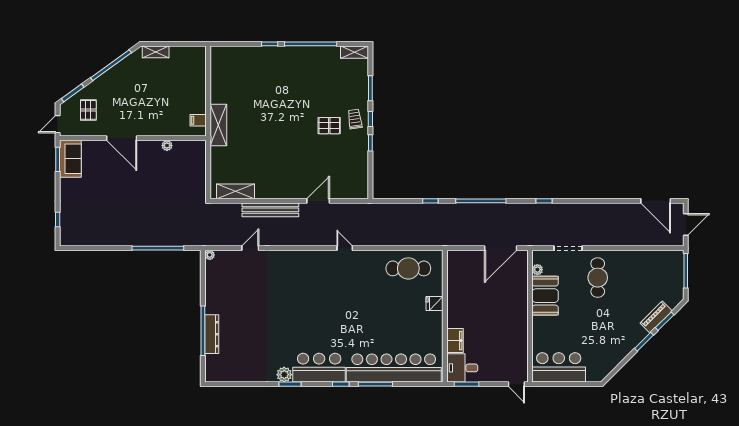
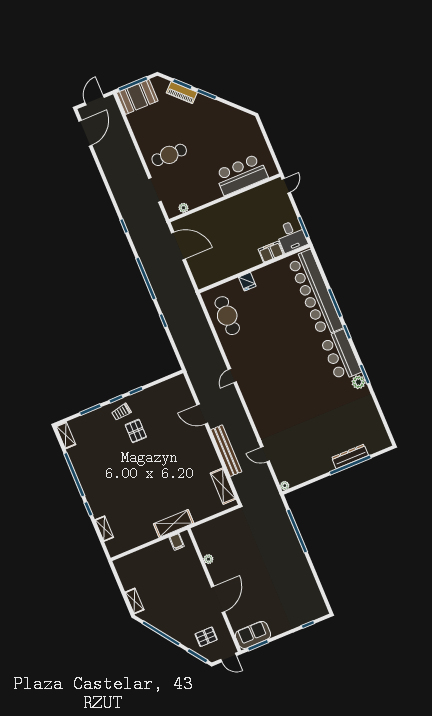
shelving: (243, 52) -> (104, 529), added
door: (686, 225) -> (95, 100), hinge flipped
booth: (545, 296) -> (137, 97), moved
bar counter: (559, 367) -> (241, 175), moved, turned 90

